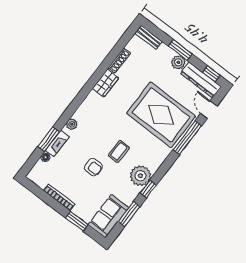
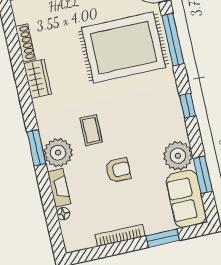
plant: (72, 124) -> (58, 153), width x1.88, depth x1.88
window: (49, 139) -> (36, 148), moved
coffee table: (119, 151) -> (91, 130), moved
plant: (140, 176) -> (178, 156), moved
window: (148, 189) -> (188, 106), moved

